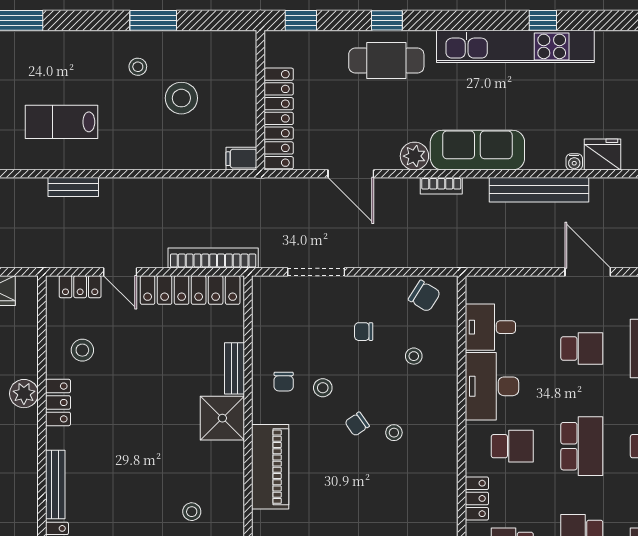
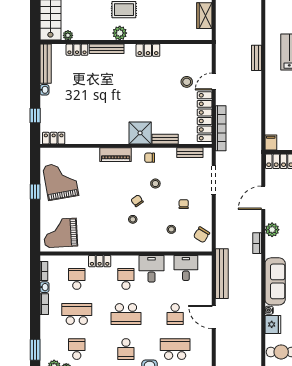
sofa: (477, 150) -> (275, 281), moved
bench: (539, 190) -> (222, 274), moved
door: (588, 272) -> (214, 317), swing flipped
locker: (80, 287) -> (206, 61), removed
bench: (262, 319) -> (190, 153), added
stool: (82, 350) -> (187, 82), moved
chair: (284, 382) -> (150, 158), moved
desk: (492, 386) -> (151, 269), width x0.73
plant: (24, 394) -> (120, 33), moved
school desk: (512, 446) -> (126, 279), turned 180
piano: (270, 467) -> (116, 155), width x0.73, depth x0.75
stool: (192, 512) -> (93, 118), removed

